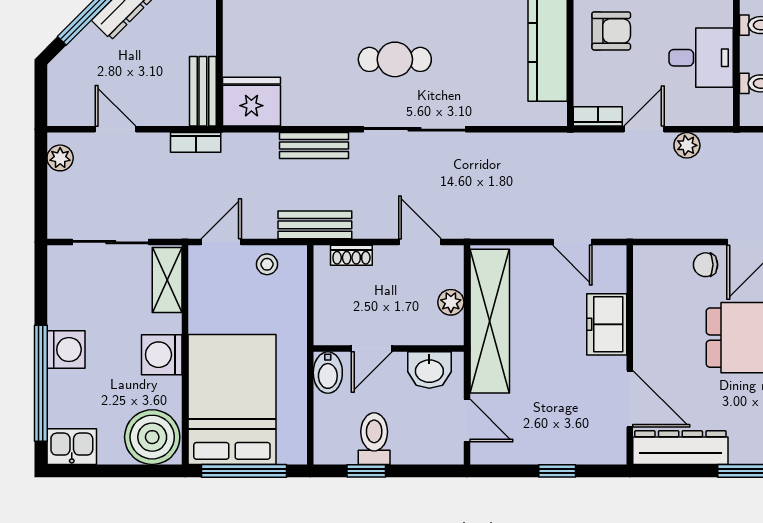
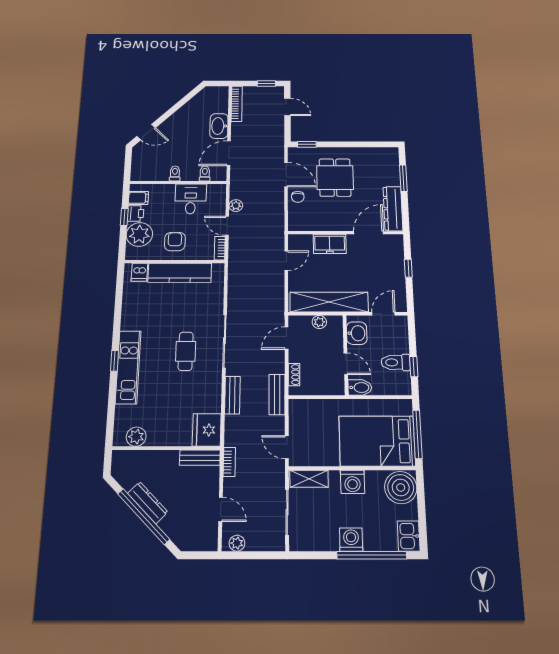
door: (116, 129) -> (221, 509), swing flipped
stool: (267, 264) -> (299, 421), removed

